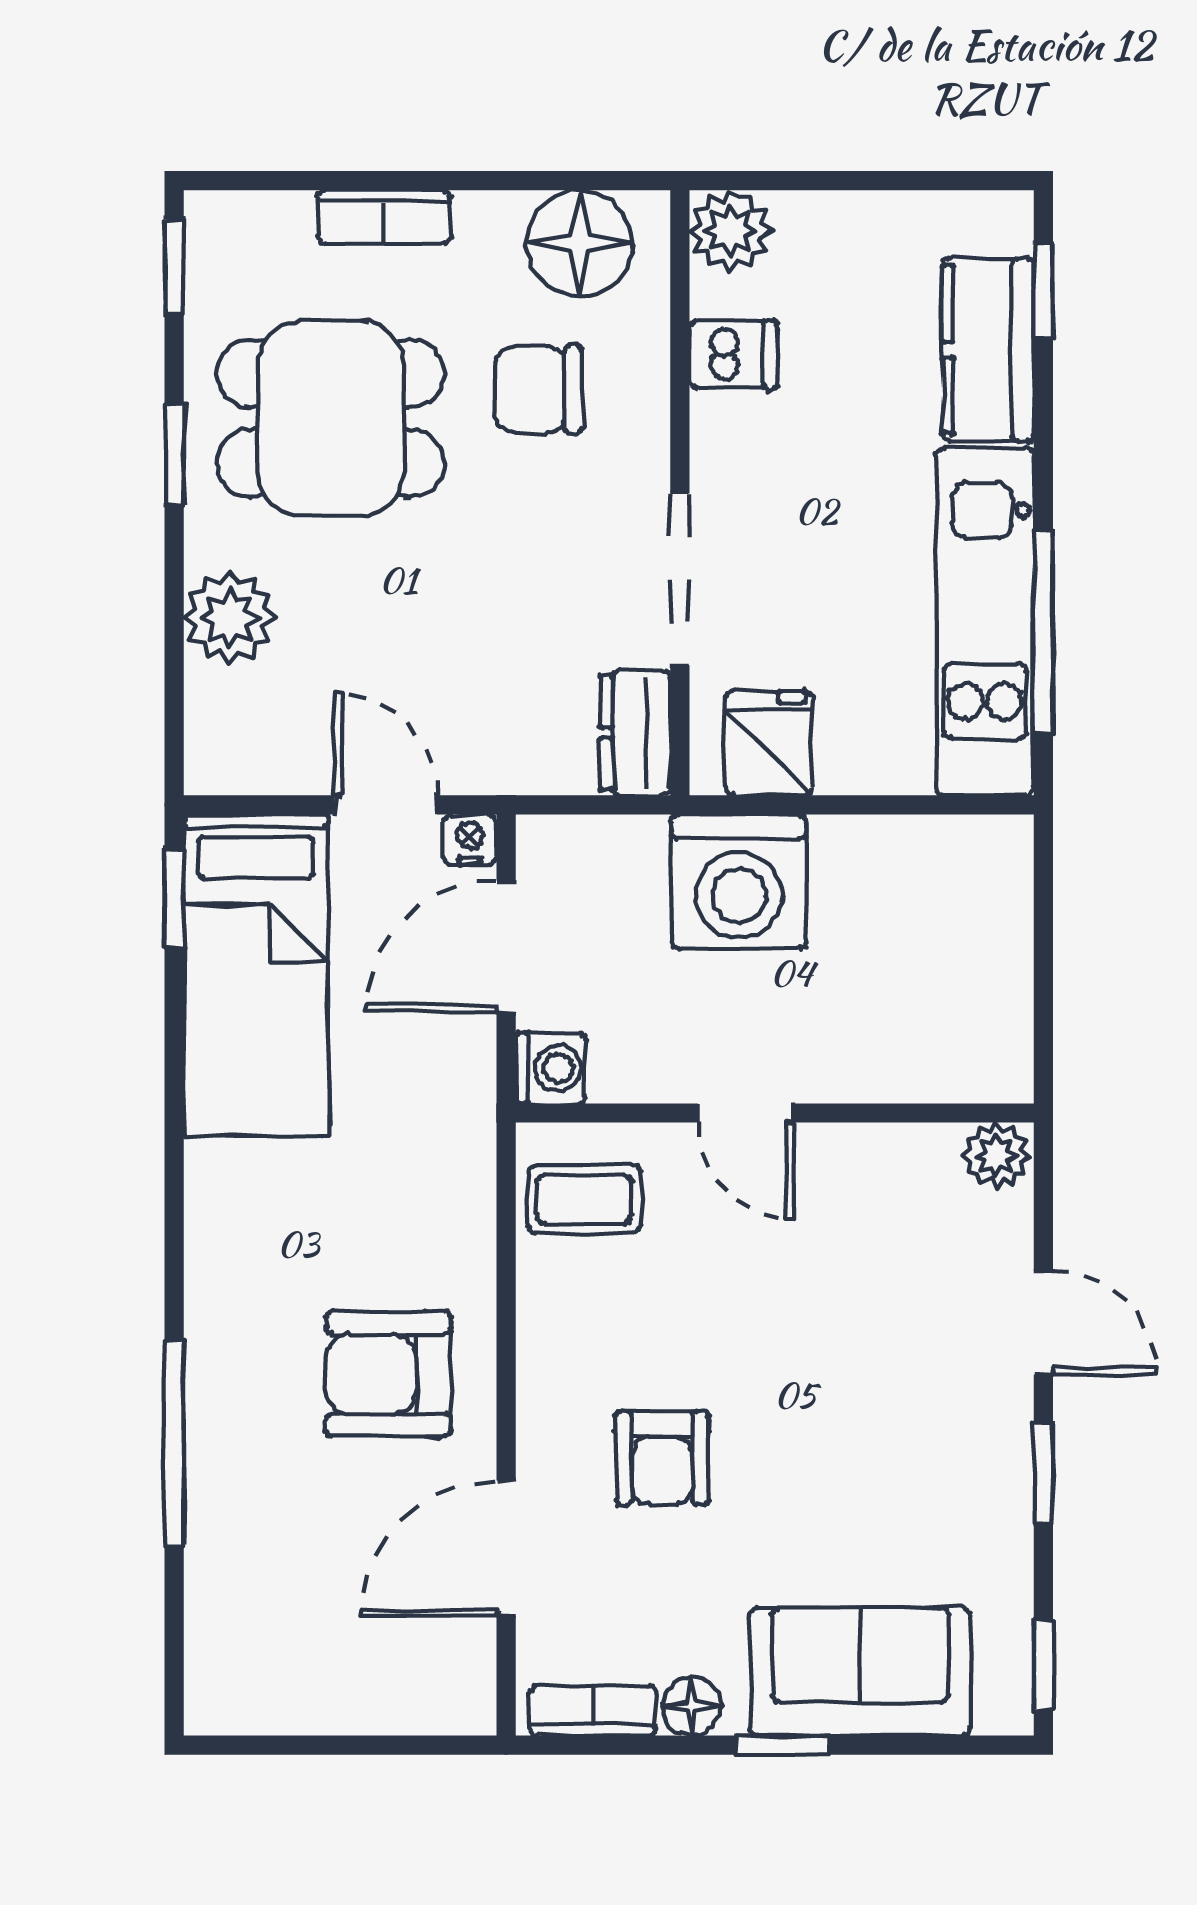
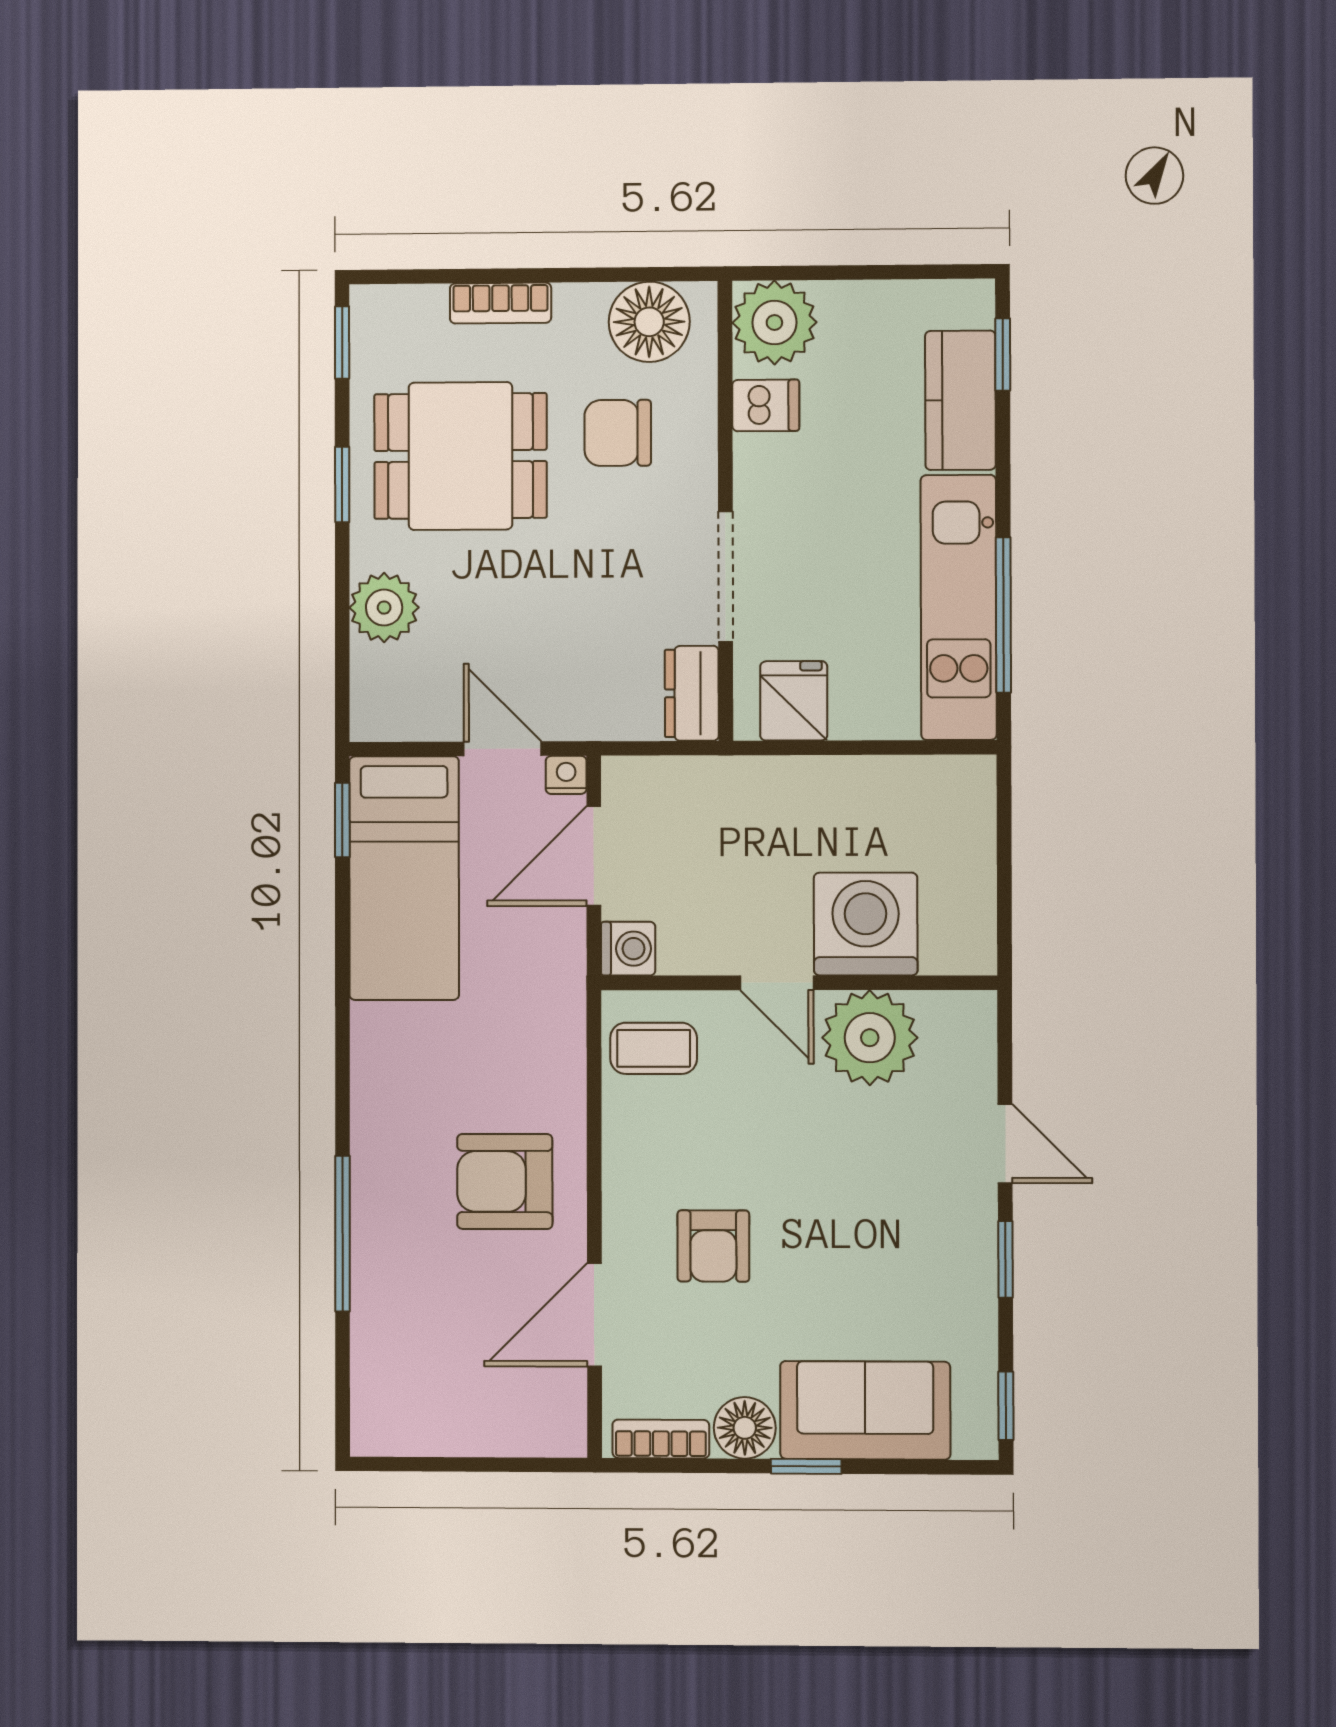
plant: (730, 231) -> (774, 323), width x1.36, depth x1.36
washing machine: (739, 882) -> (866, 924), moved, turned 180
plant: (996, 1156) -> (870, 1038), moved, width x1.88, depth x1.88
floor lamp: (692, 1706) -> (745, 1428), width x1.37, depth x1.37

